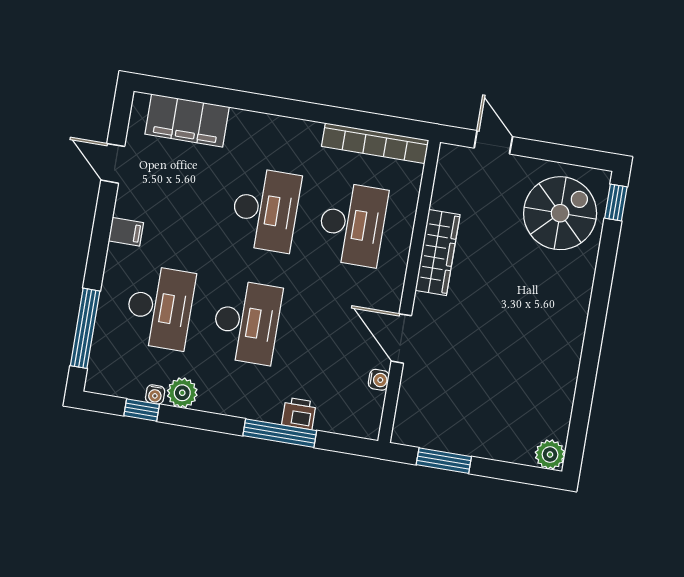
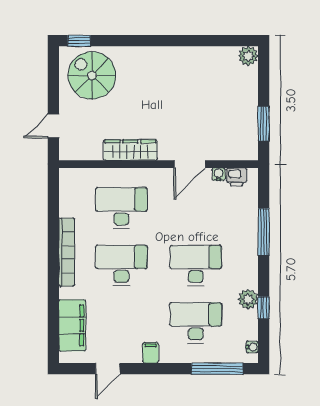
bookcase: (375, 143) -> (67, 252), moved
water cooler: (155, 394) -> (252, 347), moved
window: (142, 410) -> (264, 308), moved
printer: (299, 413) -> (237, 177), moved, turned -90

